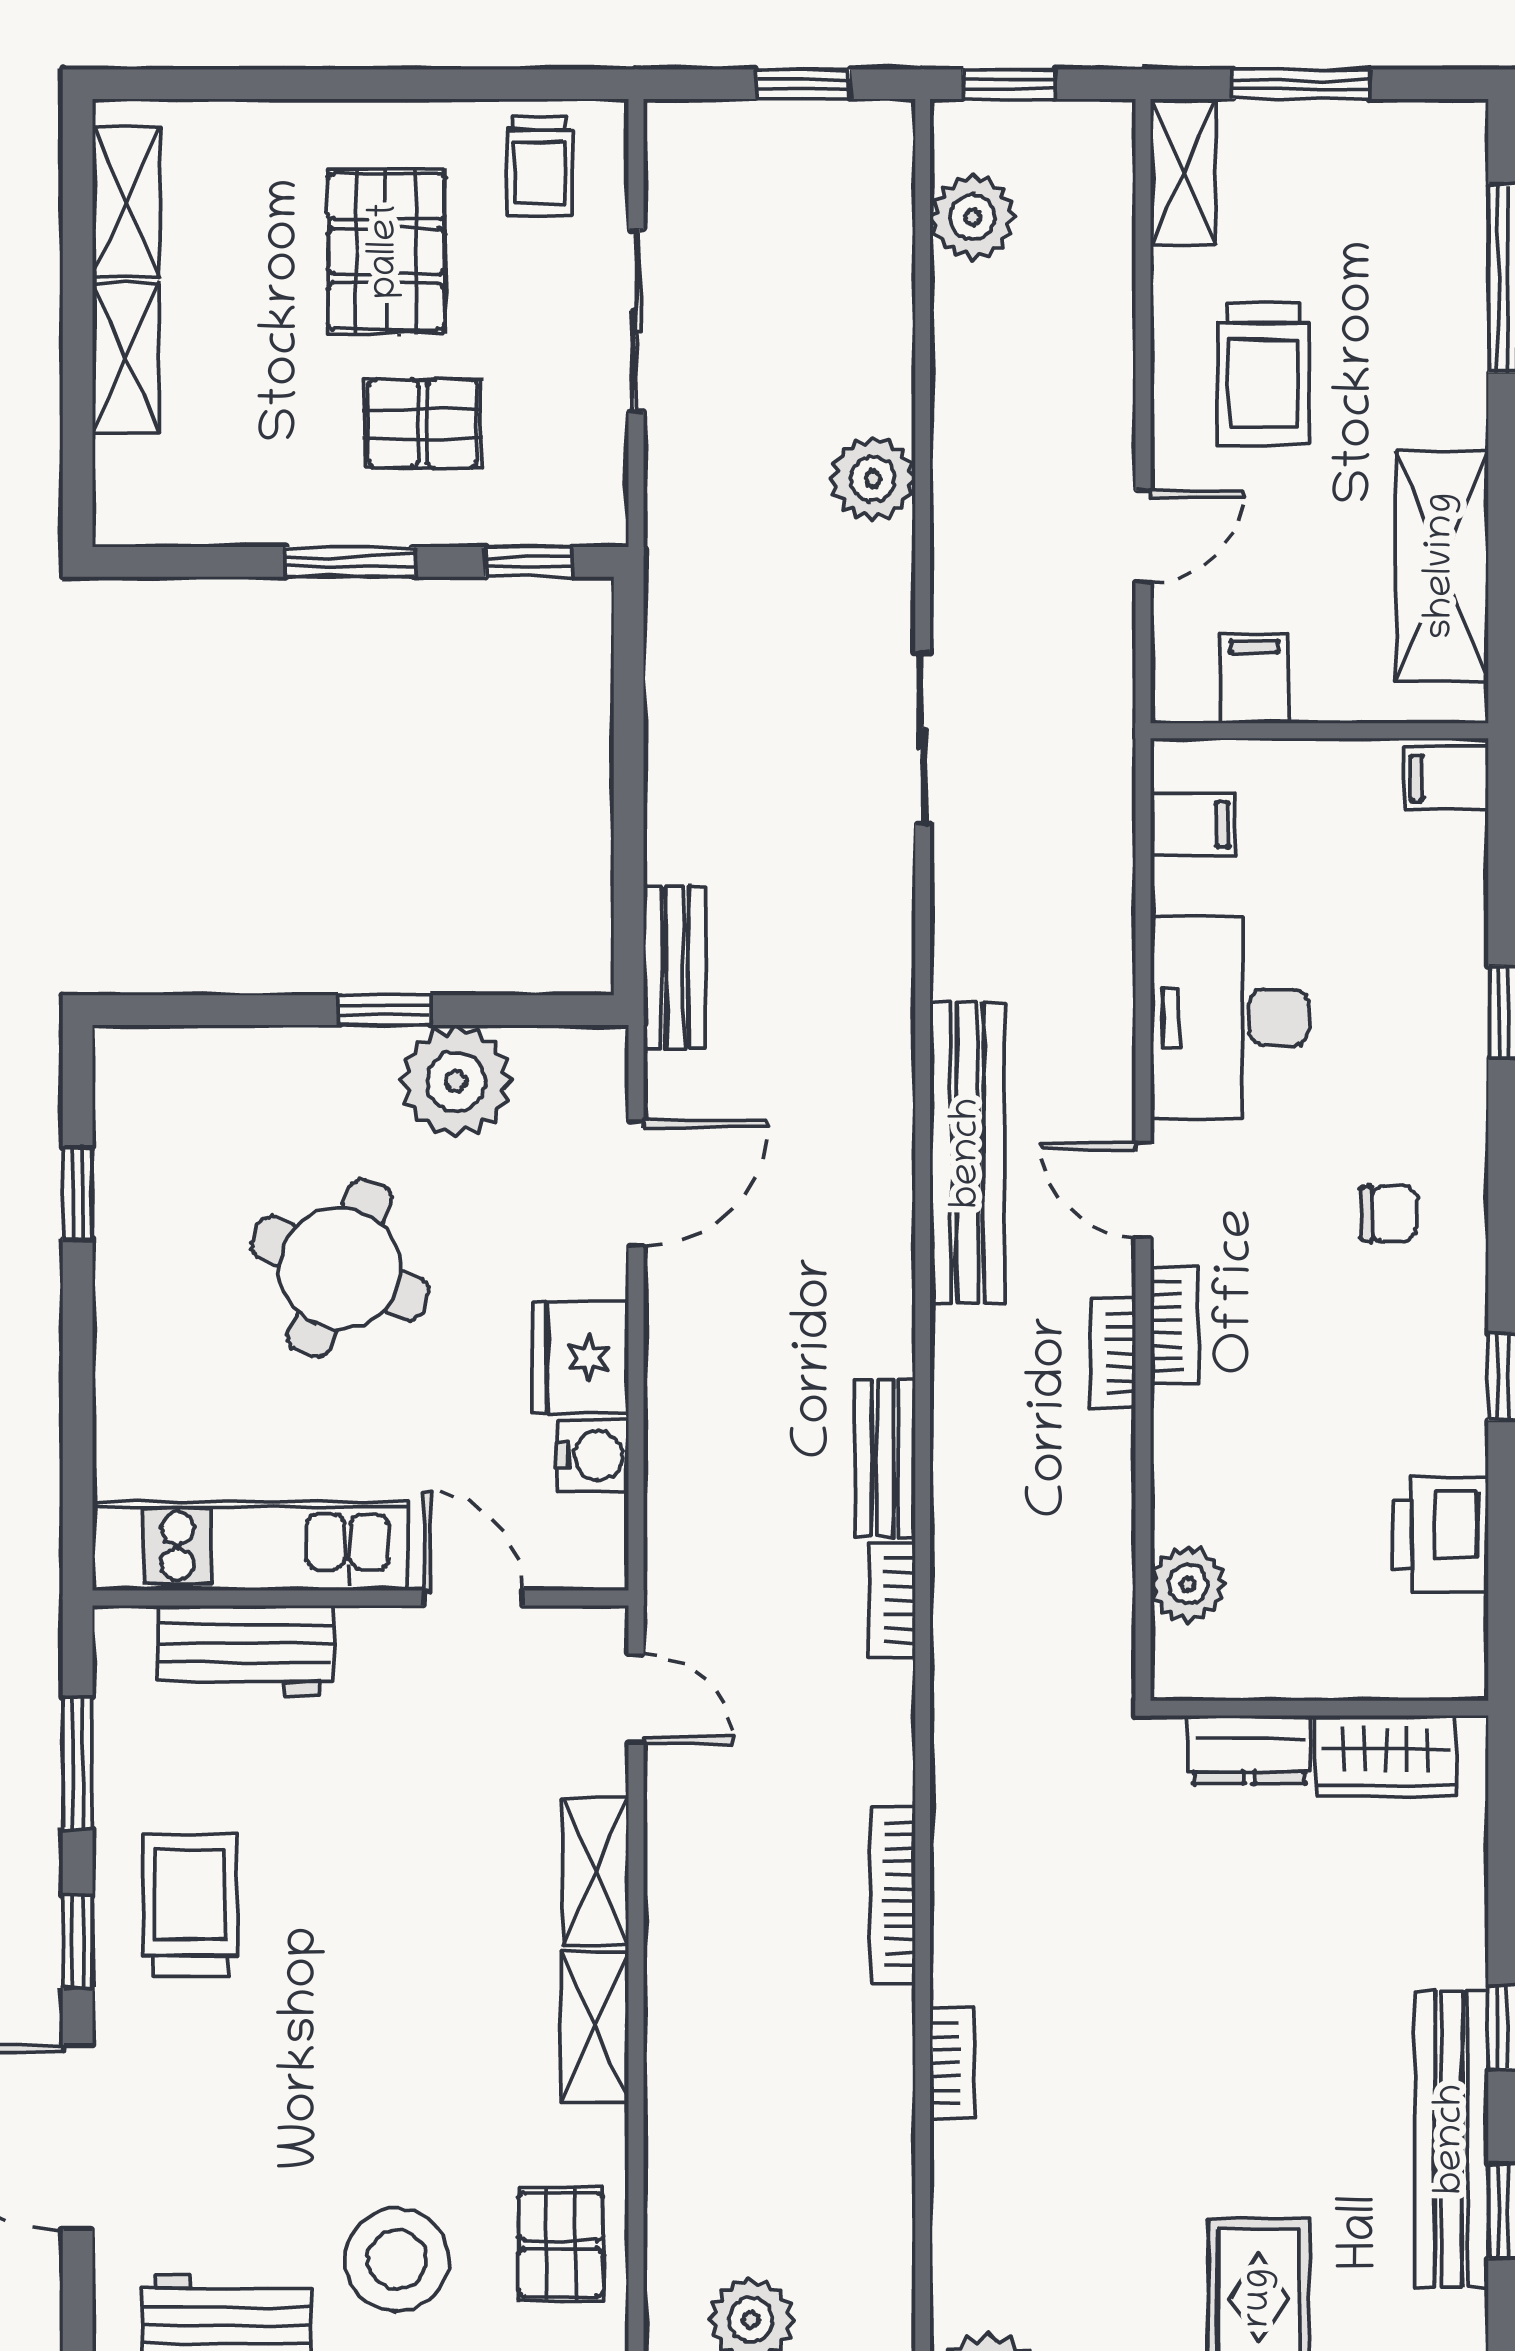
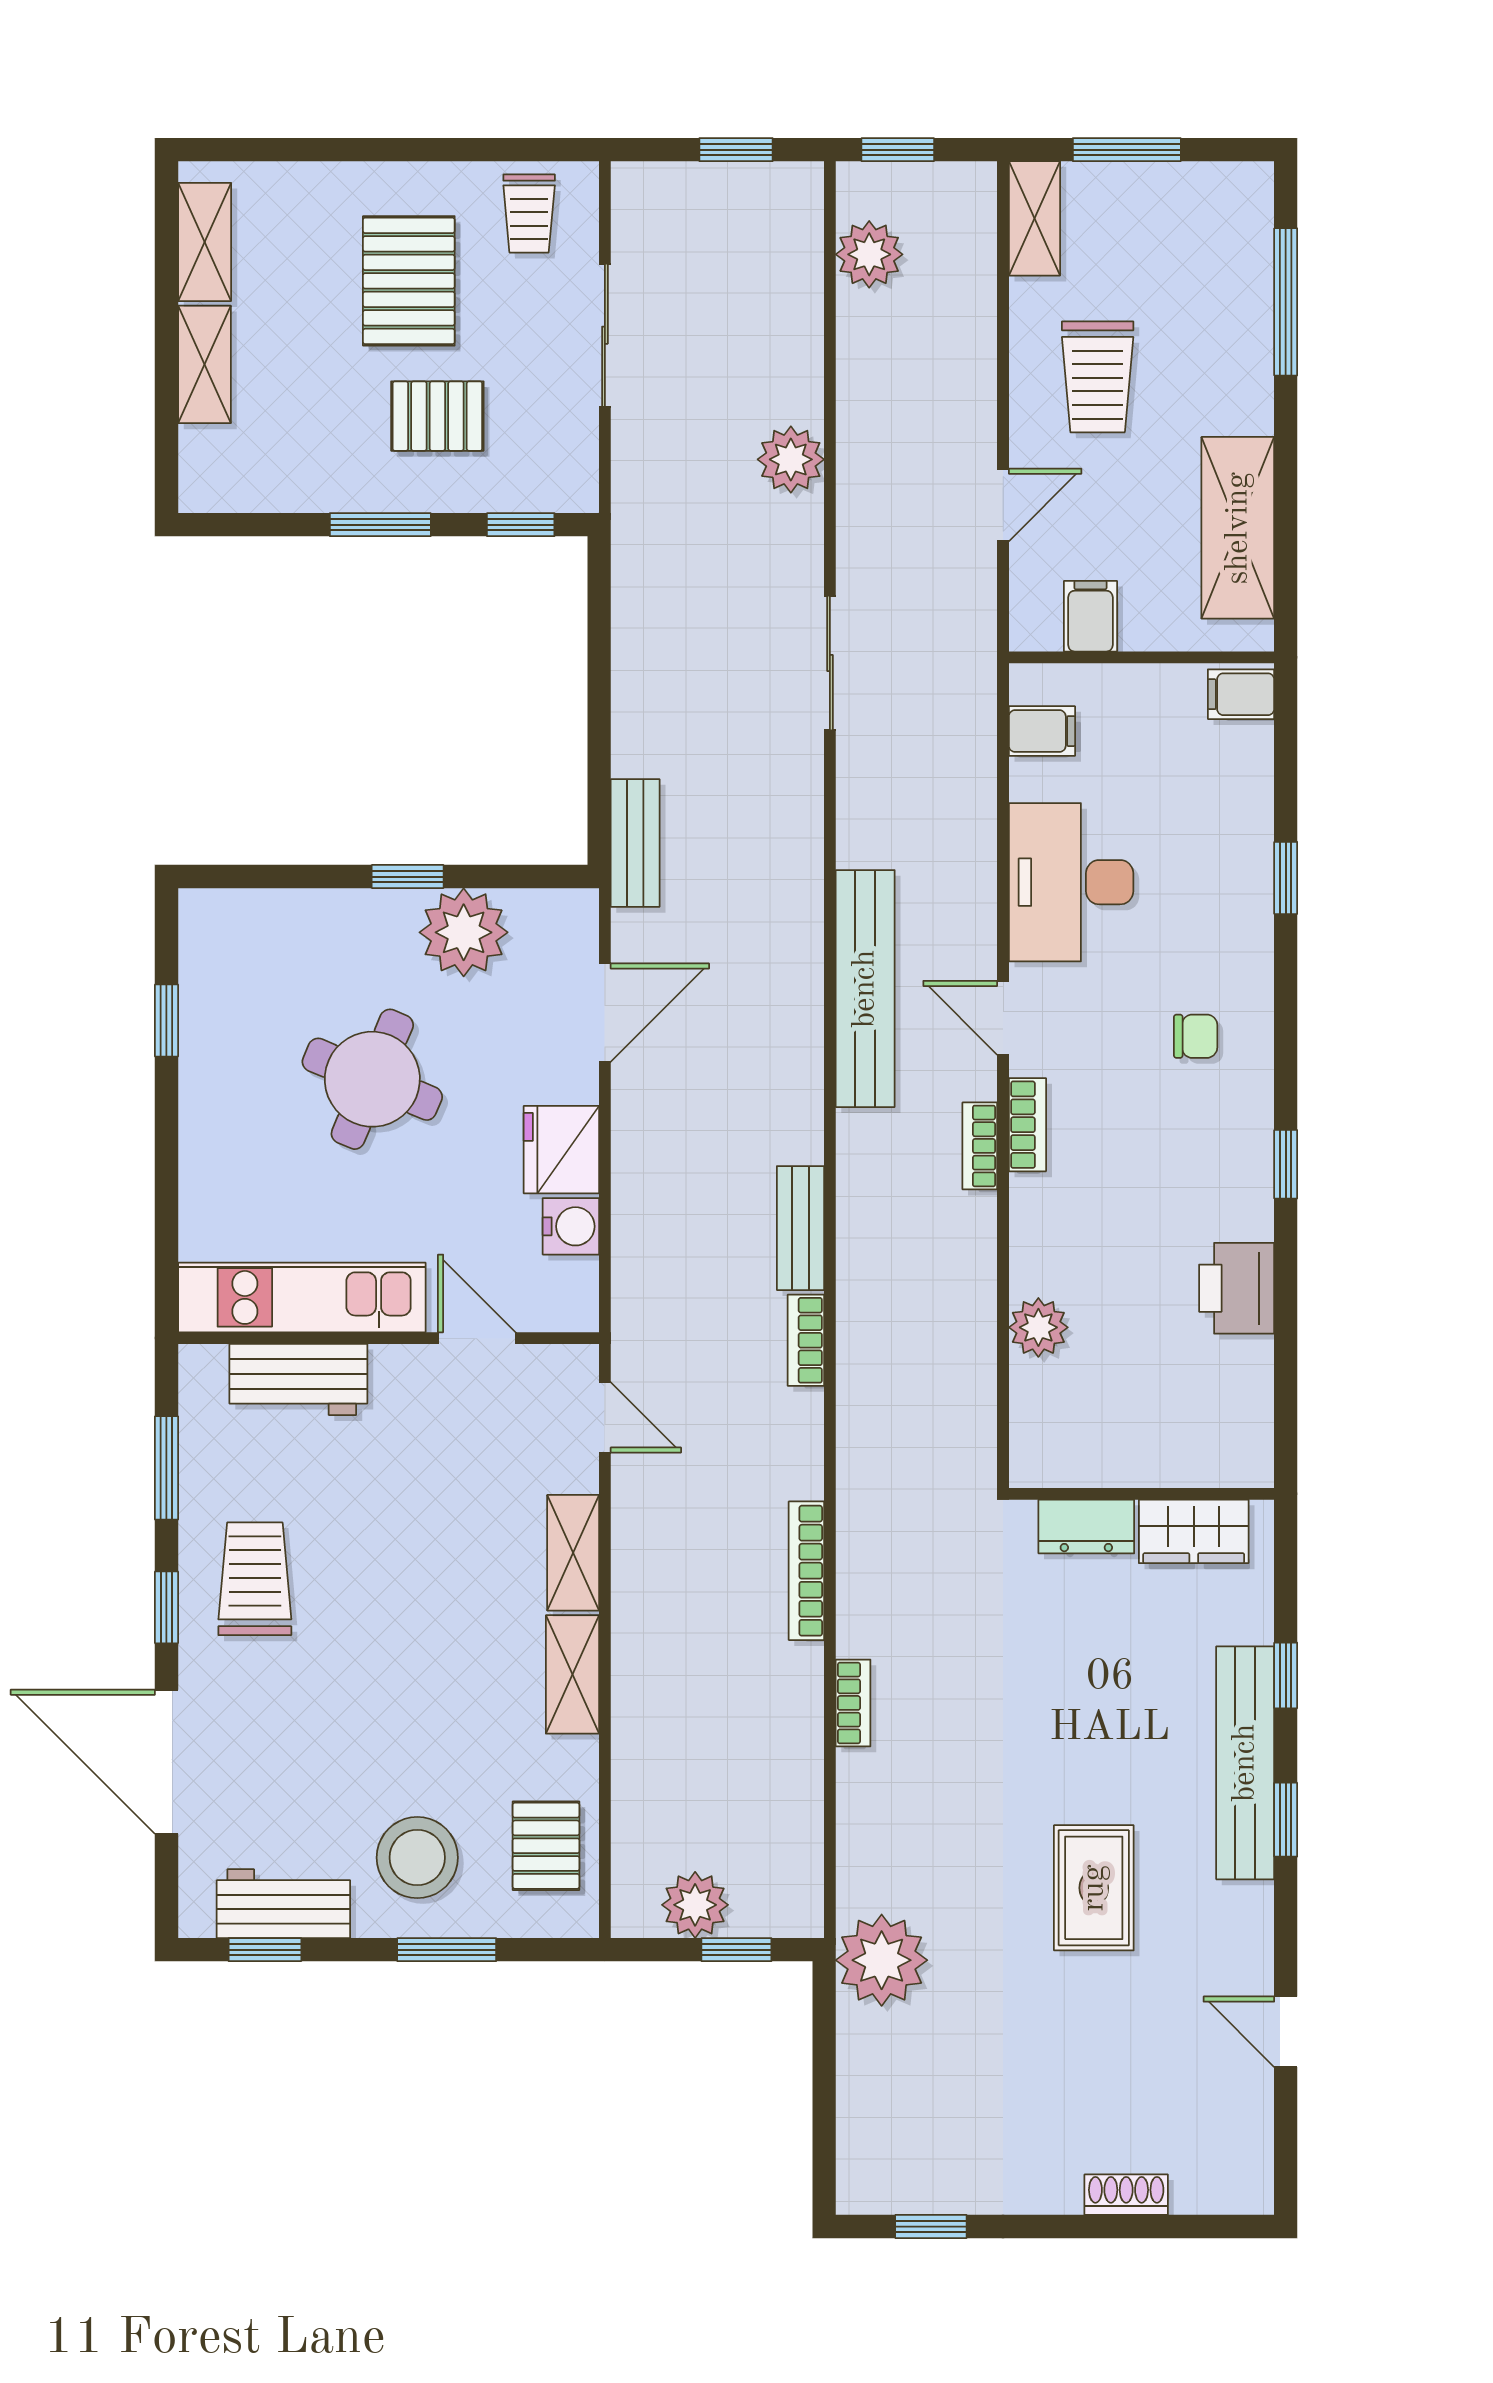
wall: (1319, 1708) -> (1141, 1494), moved
dresser: (1249, 1750) -> (1086, 1527), moved
wardrobe: (1386, 1756) -> (1194, 1531), moved

